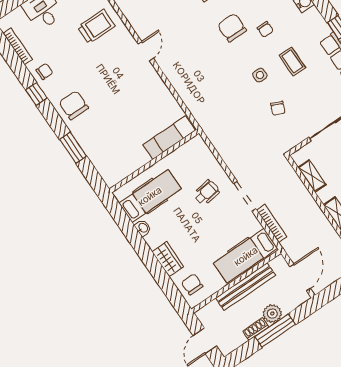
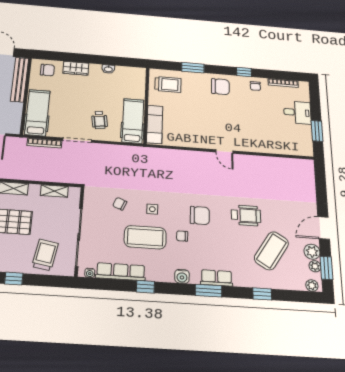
trolley: (96, 26) -> (168, 84), moved, turned -90
coffee table: (292, 61) -> (145, 237), width x1.86, depth x1.72
hospital bed: (150, 196) -> (133, 121), moved, turned 180
bench: (245, 287) -> (20, 80), moved

